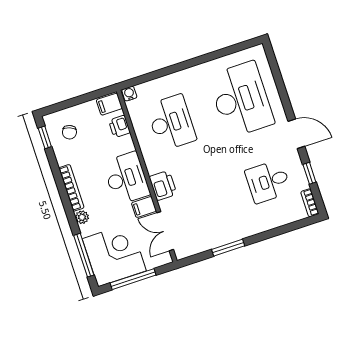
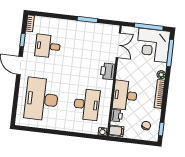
desk: (171, 122) -> (87, 104), turned 180
desk: (126, 178) -> (125, 95), moved
desk: (268, 181) -> (48, 46), turned 180
filing cabinet: (144, 207) -> (124, 64), removed

